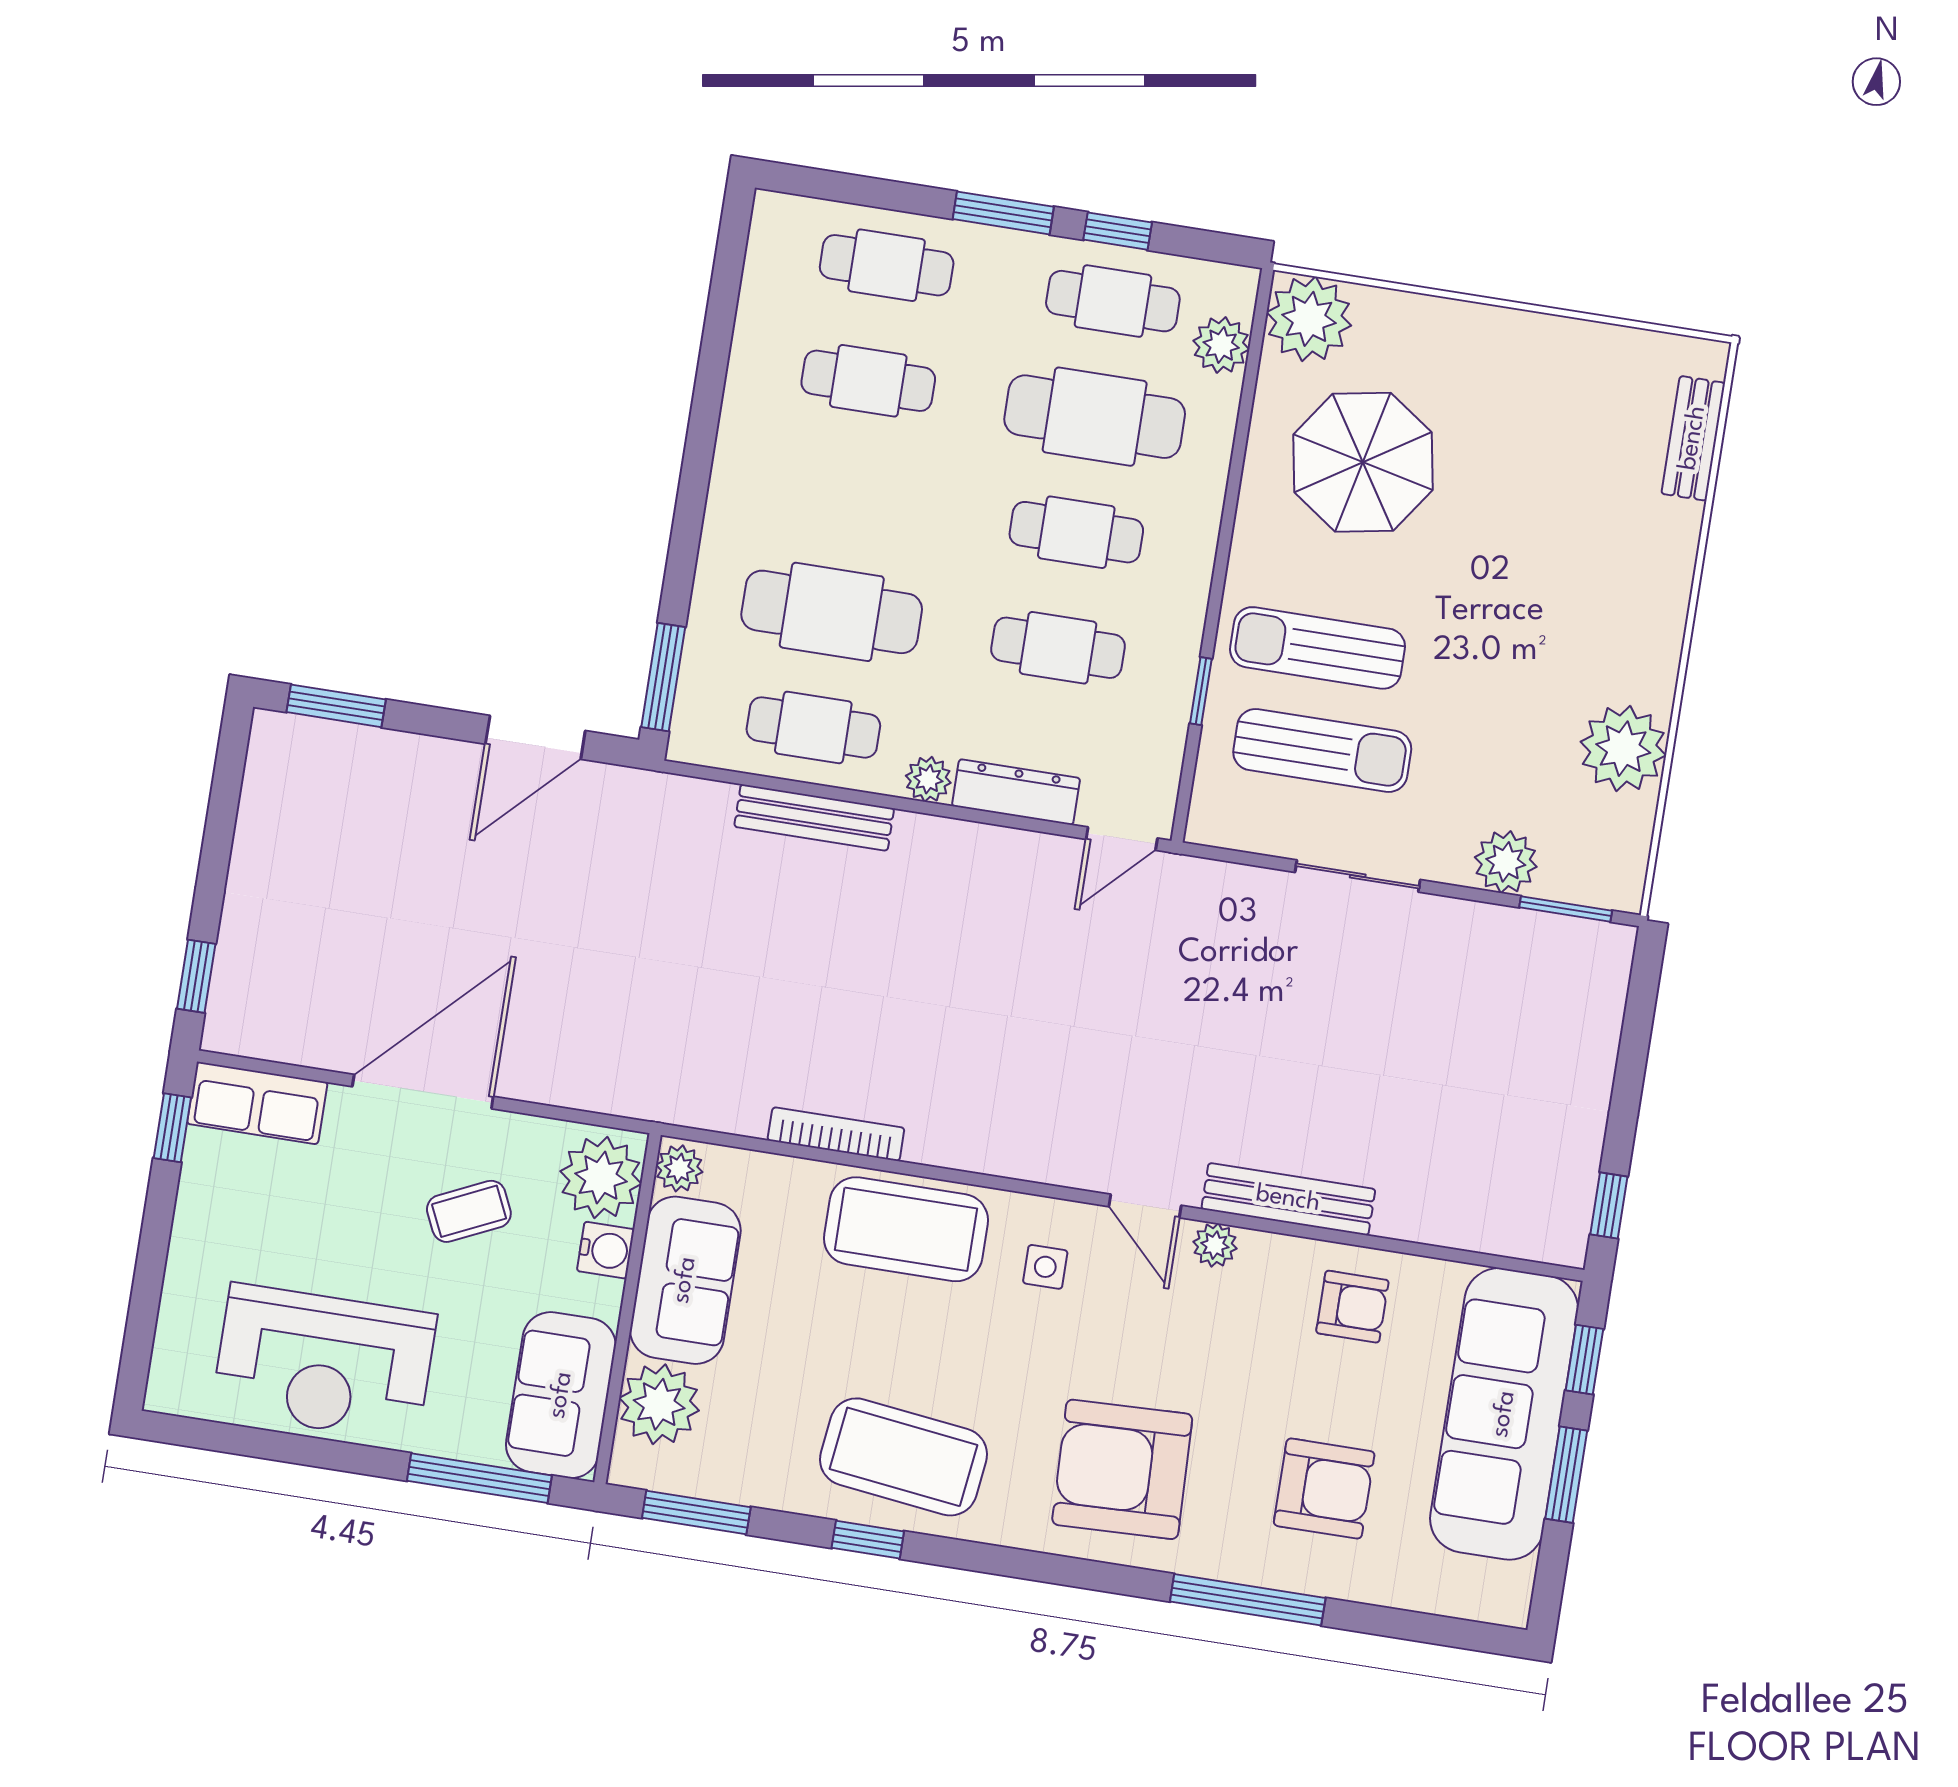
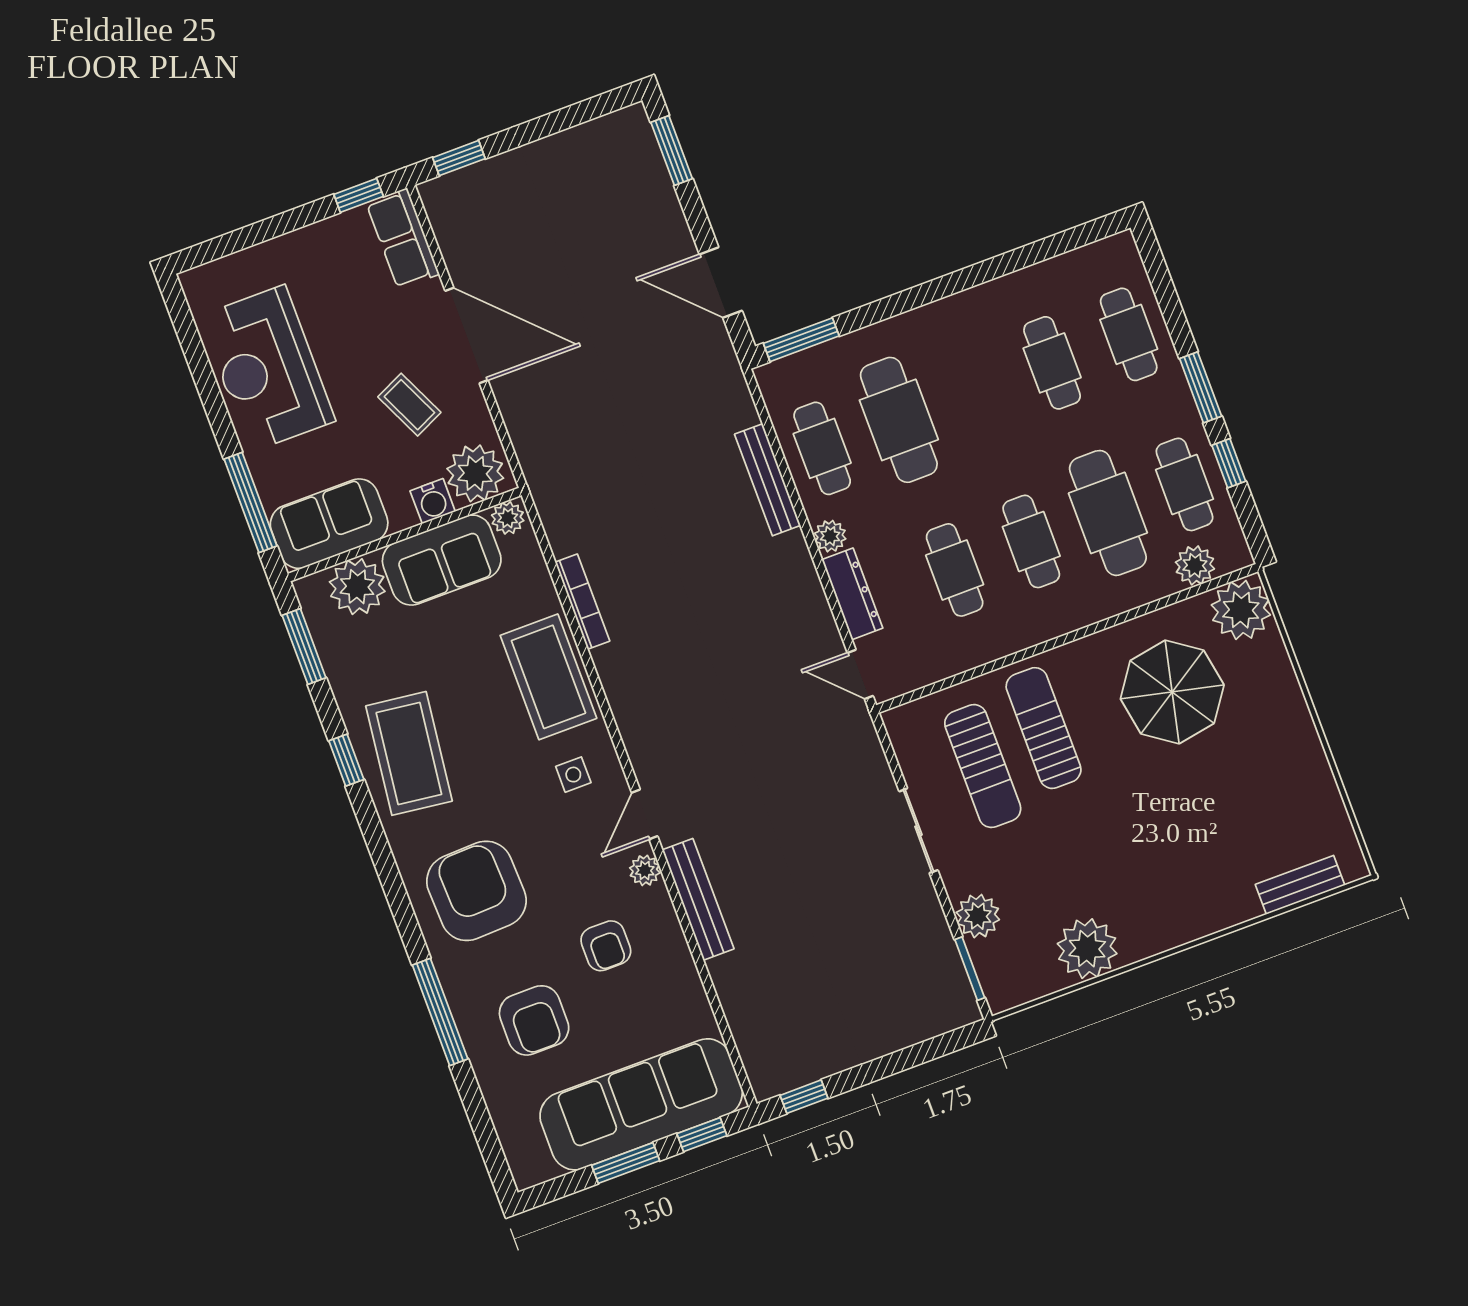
window: (1201, 691) -> (977, 672), removed
armchair: (1352, 1307) -> (606, 946), moved

